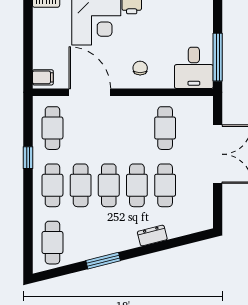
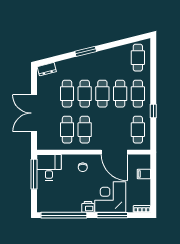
filing cabinet: (43, 77) -> (144, 174), moved
cafe table: (137, 128) -> (85, 130), added
dresser: (152, 236) -> (47, 69), moved
window: (103, 261) -> (86, 51), moved

